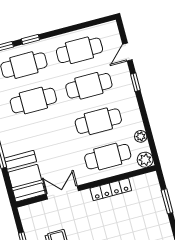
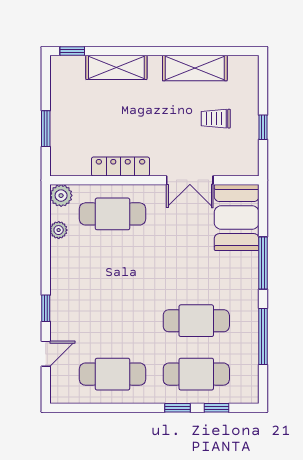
cafe table: (89, 86) -> (113, 321), removed
cafe table: (98, 121) -> (113, 267), removed

